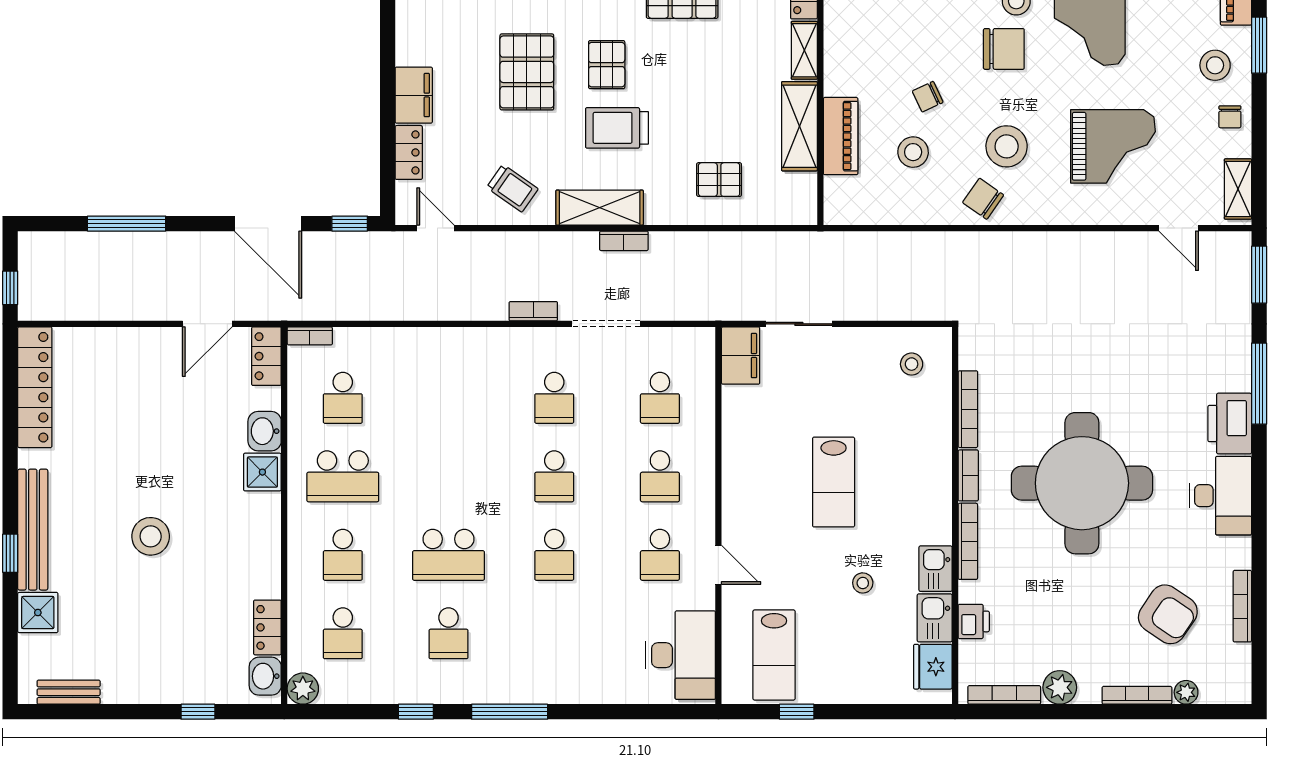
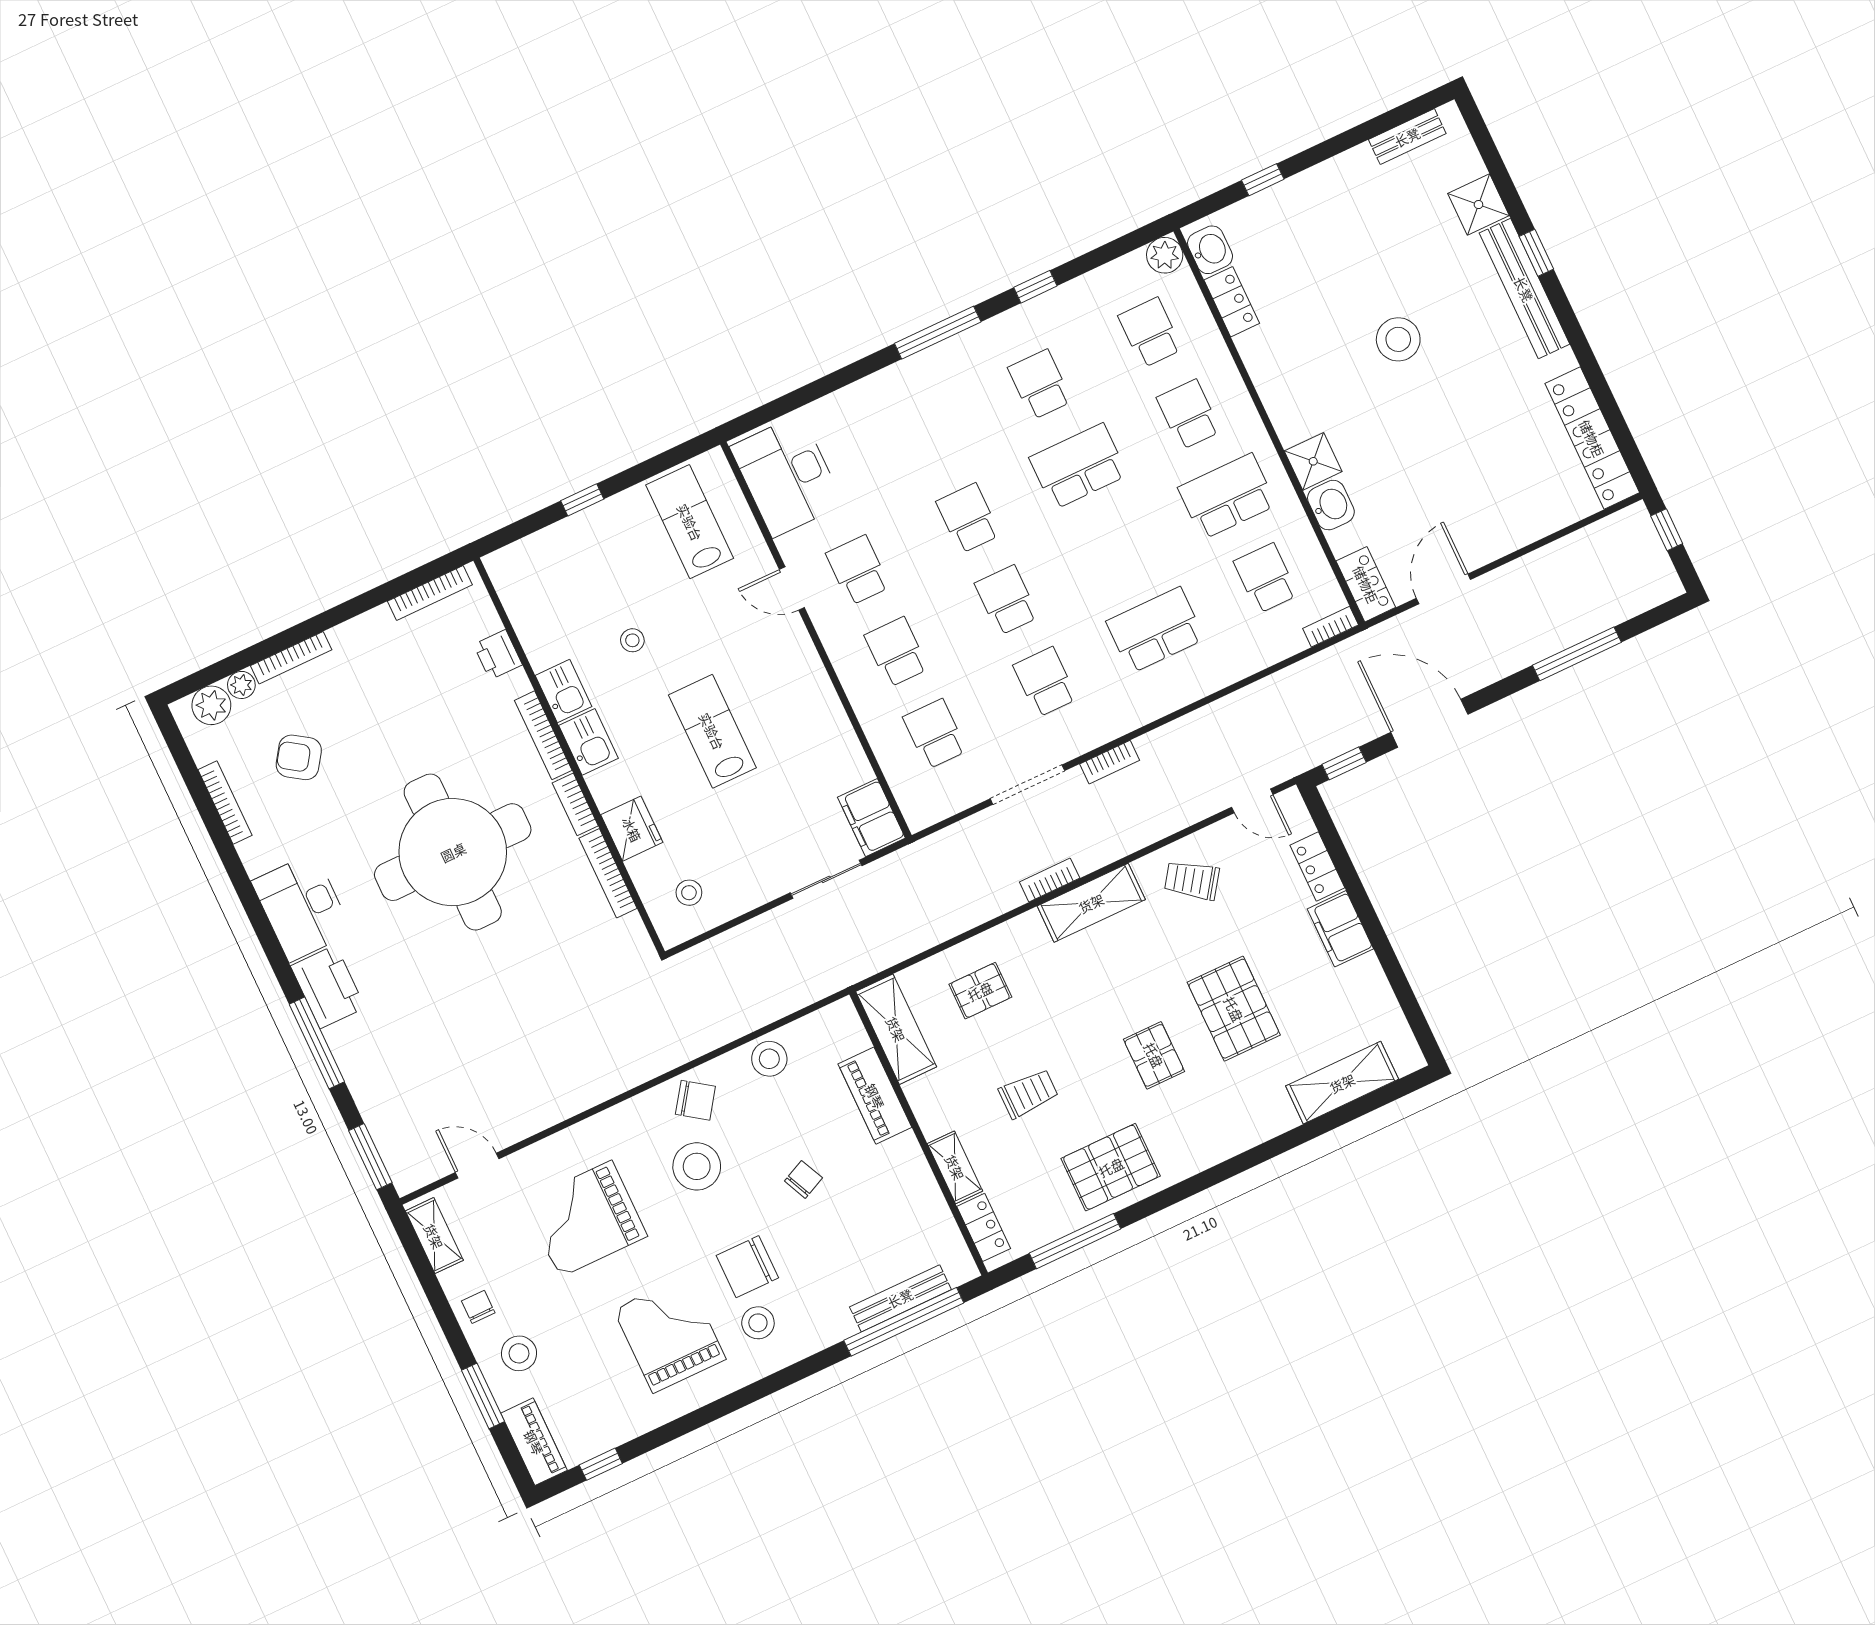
shelving: (799, 126) -> (896, 1029), moved
trolley: (617, 128) -> (1028, 1093), moved, width x0.73, depth x0.72
stool: (913, 152) -> (769, 1059), moved
school desk: (448, 398) -> (1155, 630), added
armchair: (1168, 614) -> (299, 757), width x0.72, depth x0.72
kitchen sink: (935, 618) -> (589, 742), moved
fridge: (933, 667) -> (632, 829), moved
plant: (1060, 687) -> (211, 705), moved
window: (797, 712) -> (582, 500), moved

